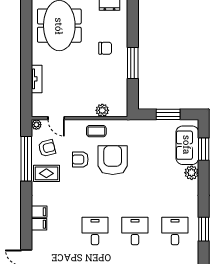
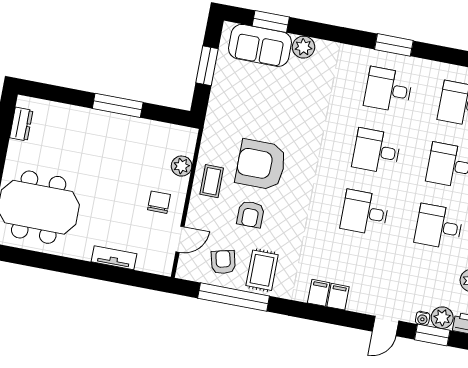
chair: (105, 48) -> (159, 202), moved
plant: (36, 125) -> (184, 271), removed

